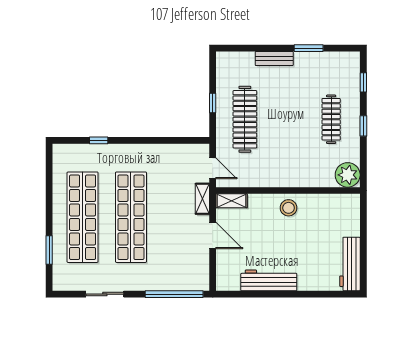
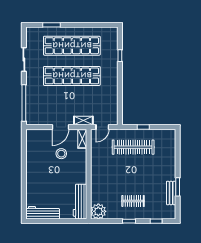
bench: (274, 58) -> (171, 193), moved
clothes rail: (331, 119) -> (133, 201), width x0.73
stool: (289, 208) -> (61, 154), moved
workbench: (269, 280) -> (80, 202), moved, turned 180

